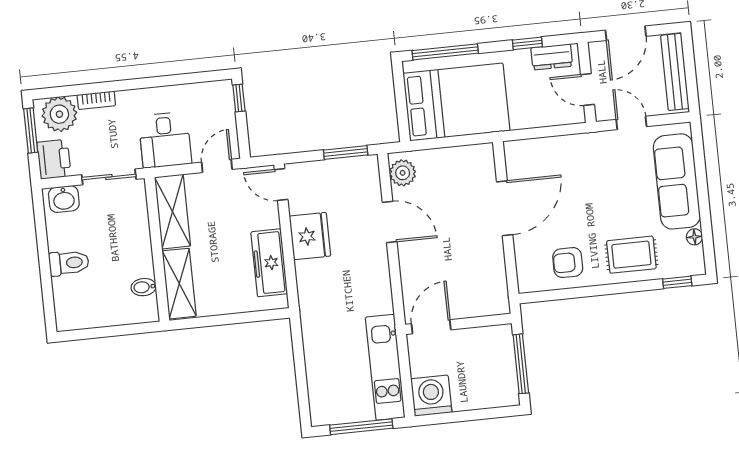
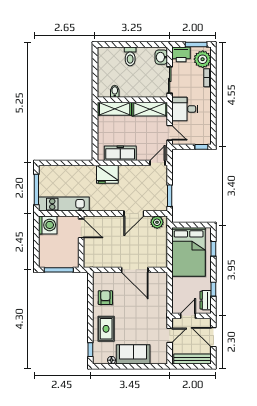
window: (445, 52) -> (213, 249), width x0.46
sofa: (677, 181) -> (133, 354), width x0.73
fridge: (310, 236) -> (107, 174), moved

